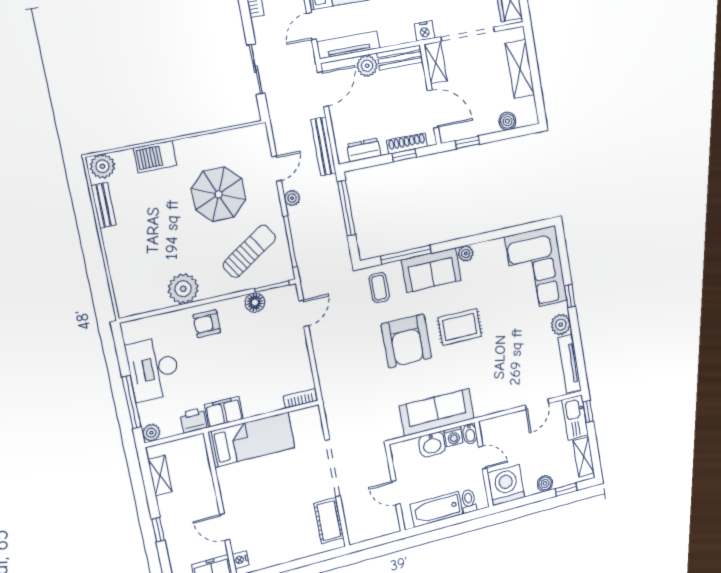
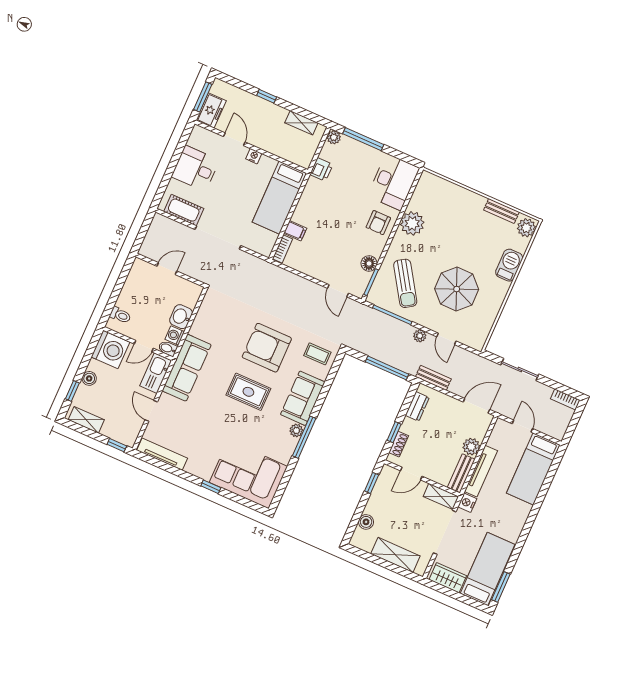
tv unit: (348, 45) -> (481, 471), moved
door: (323, 89) -> (476, 406), swing flipped
door: (433, 109) -> (411, 474), width x0.73
shoe rack: (407, 143) -> (399, 444), width x0.70
bench: (323, 146) -> (433, 378), width x0.73
window: (406, 255) -> (304, 437), moved
armchair: (207, 324) -> (378, 223), turned 180
plant: (561, 325) -> (195, 466), removed
rug: (460, 327) -> (248, 392), turned 90
desk: (153, 369) -> (393, 182), moved, turned 90
filing cabinet: (224, 412) -> (295, 231), moved, width x0.50
sofa: (437, 412) -> (187, 368), moved
kitchen sink: (575, 417) -> (156, 373), moved, turned -90
bathtub: (436, 509) -> (133, 289), removed
door: (225, 527) -> (234, 139), hinge flipped
desk: (280, 541) -> (195, 168), added
nightstand: (241, 560) -> (254, 156), moved

